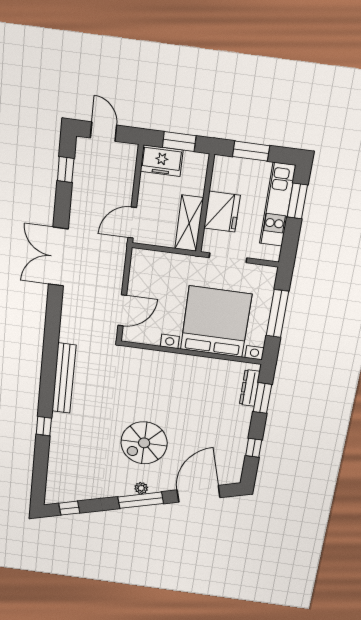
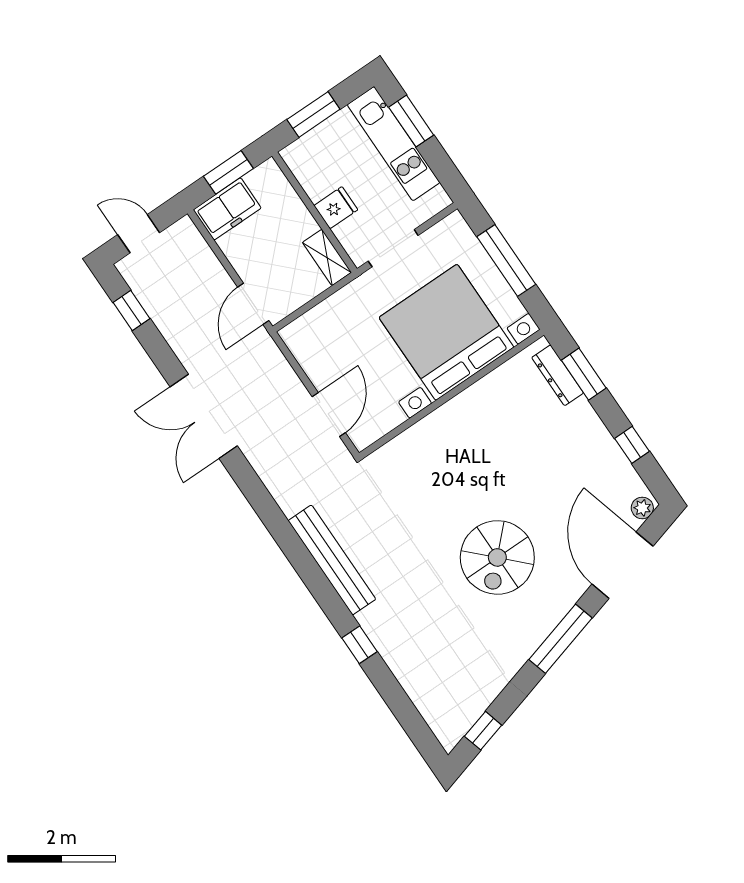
fridge: (222, 212) -> (336, 208), width x0.53, depth x0.75
shelving: (189, 223) -> (327, 257), width x0.67, depth x0.75
plant: (141, 488) -> (642, 508), moved

